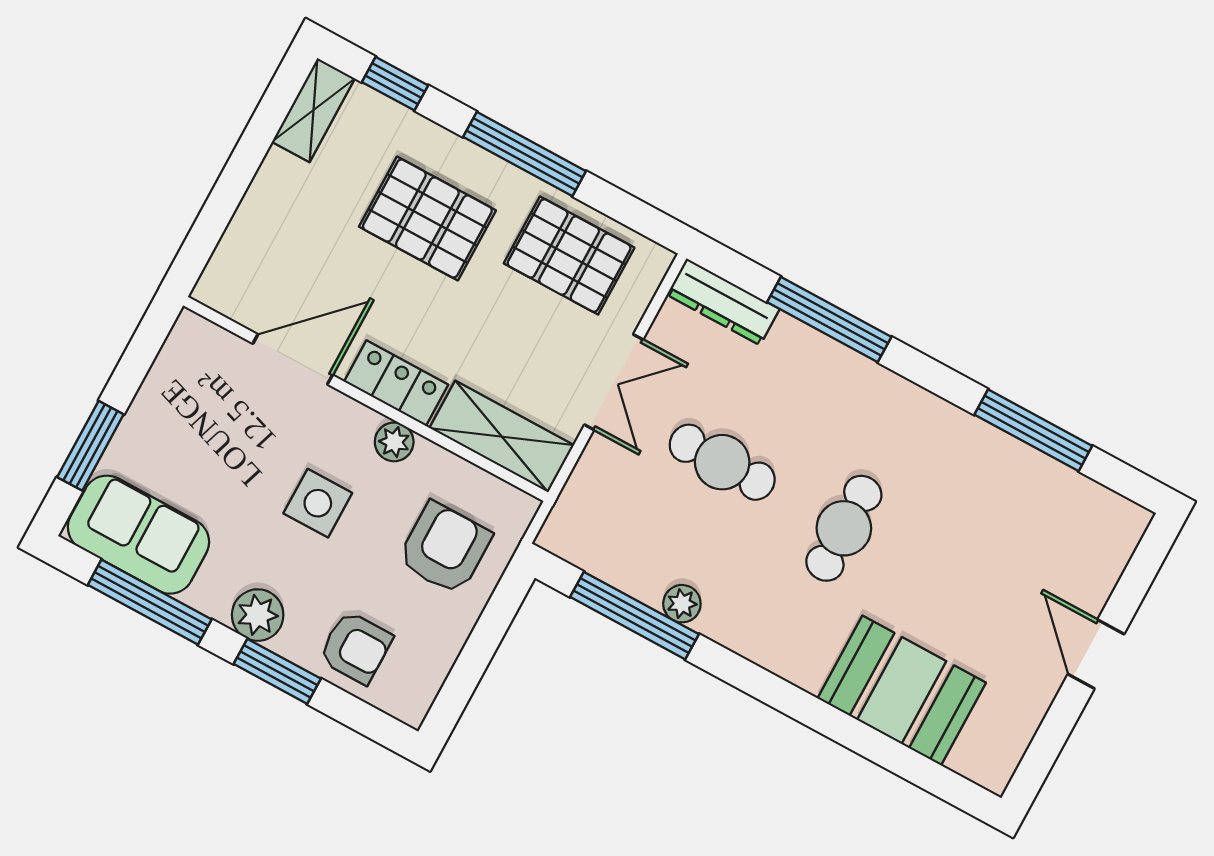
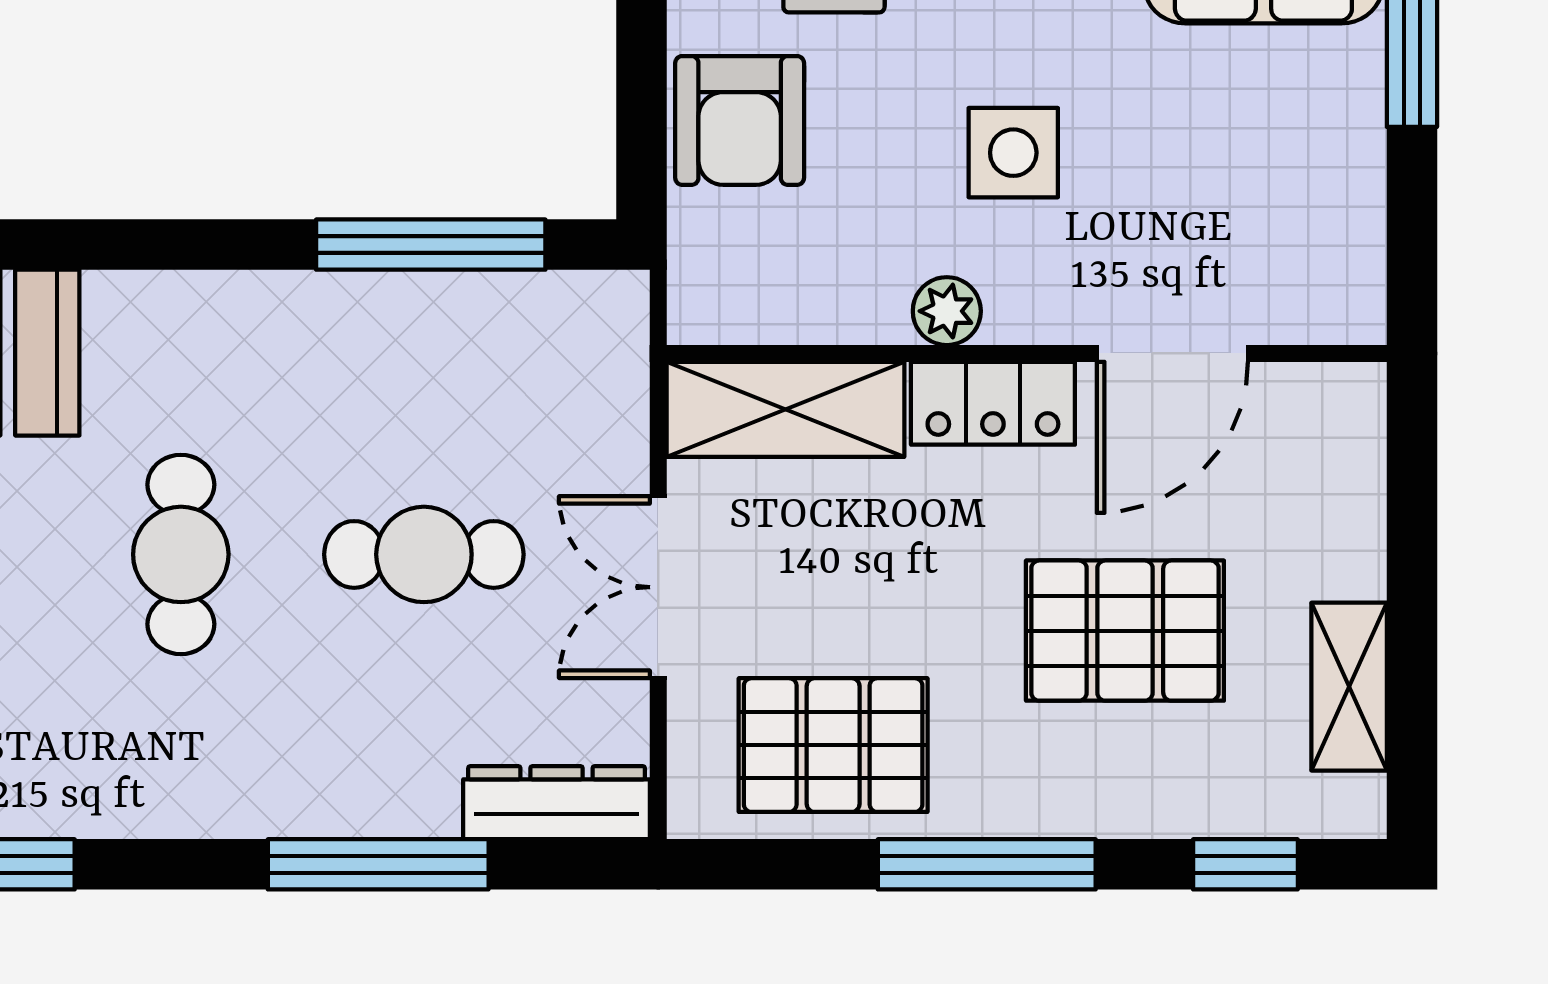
shelving: (313, 110) -> (1349, 687), moved
pallet: (427, 218) -> (1125, 631), moved
armchair: (445, 548) -> (740, 120), moved
plant: (682, 604) -> (367, 303), removed

